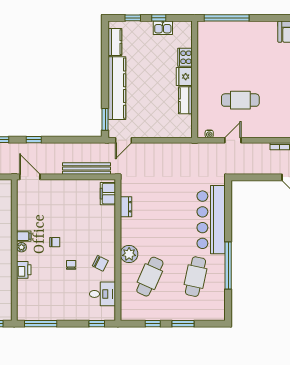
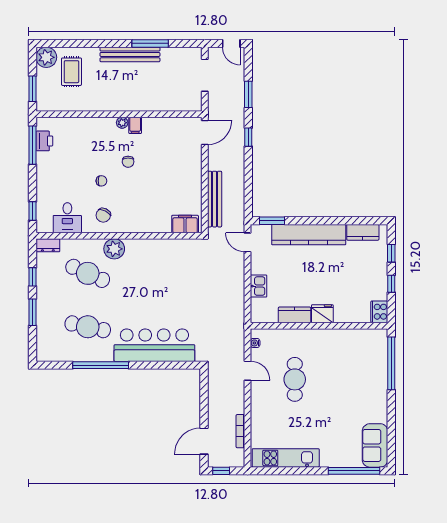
kitchen sink: (163, 28) -> (259, 286), moved, turned 180
cooker: (185, 57) -> (379, 312), moved, turned -90
dresser: (126, 207) -> (48, 245), moved
printer: (24, 270) -> (44, 141), moved, turned -90

